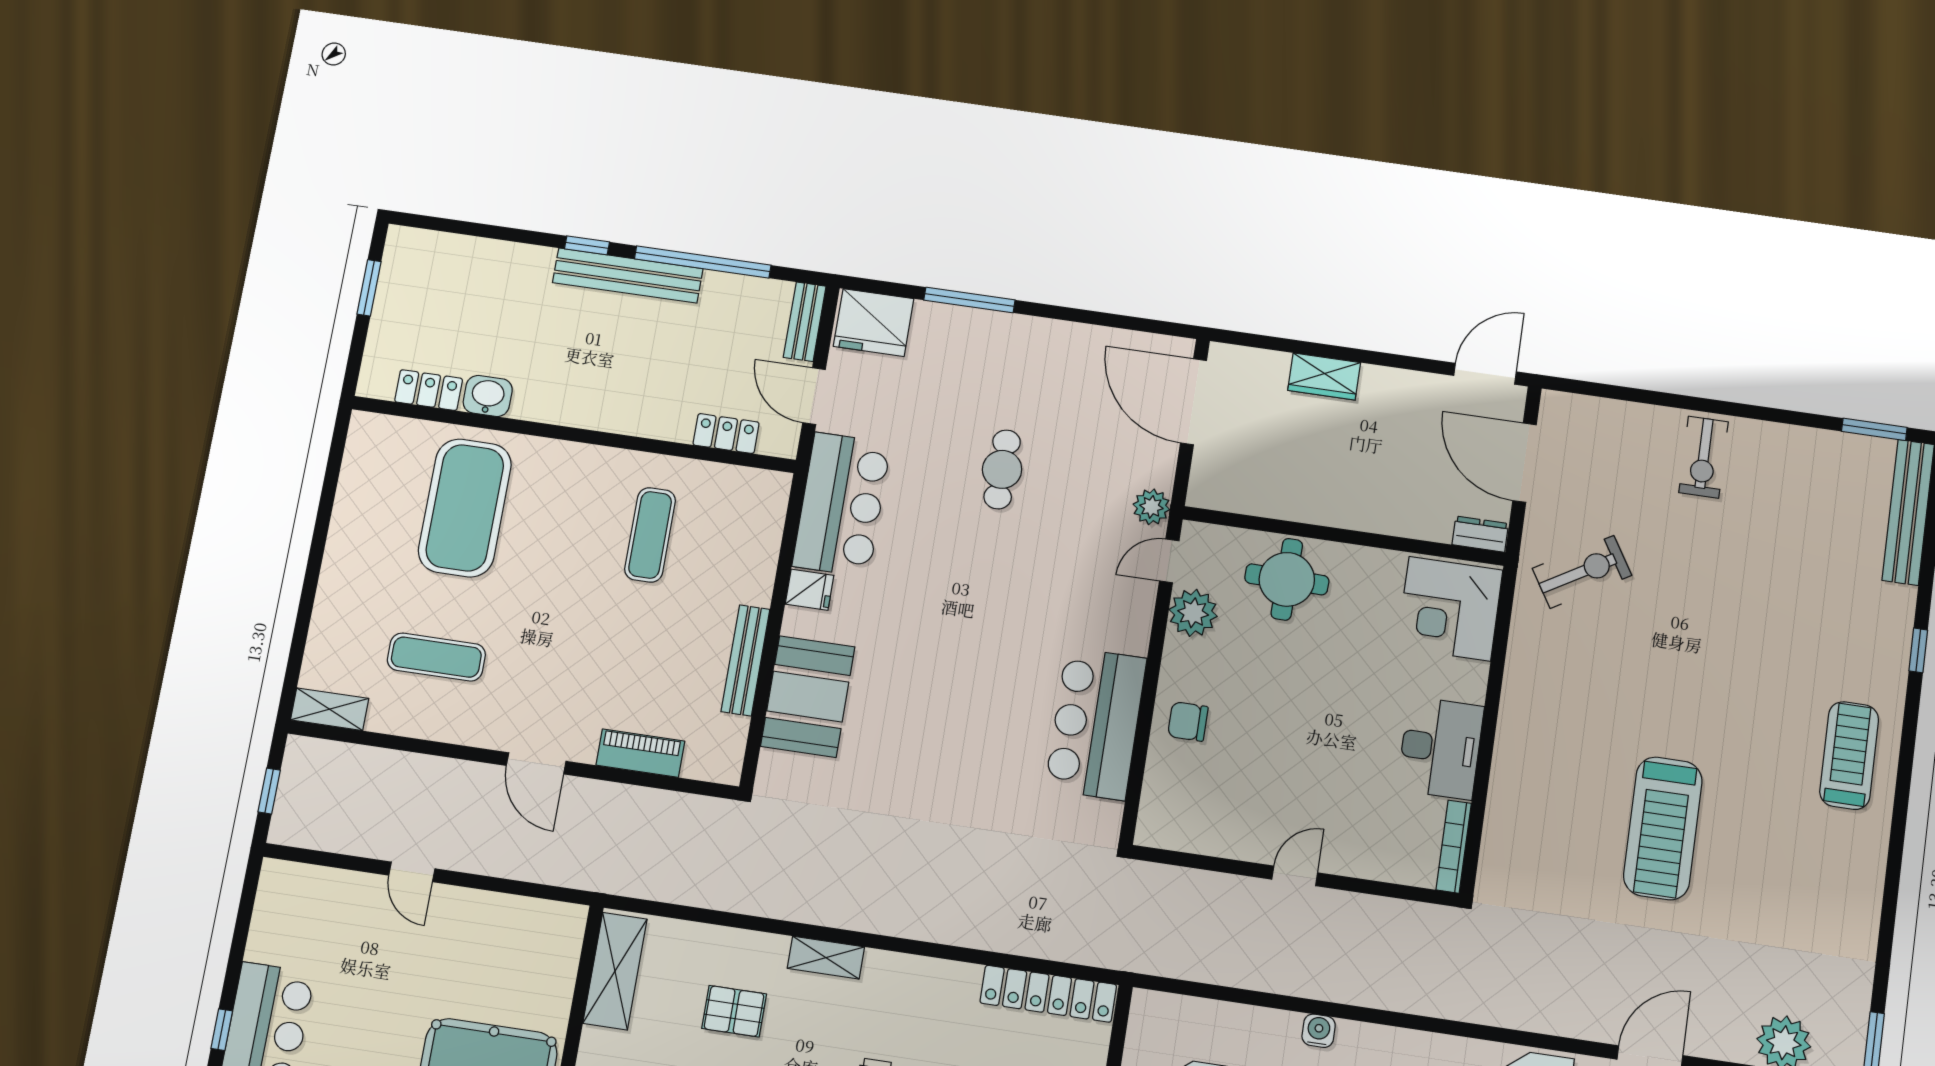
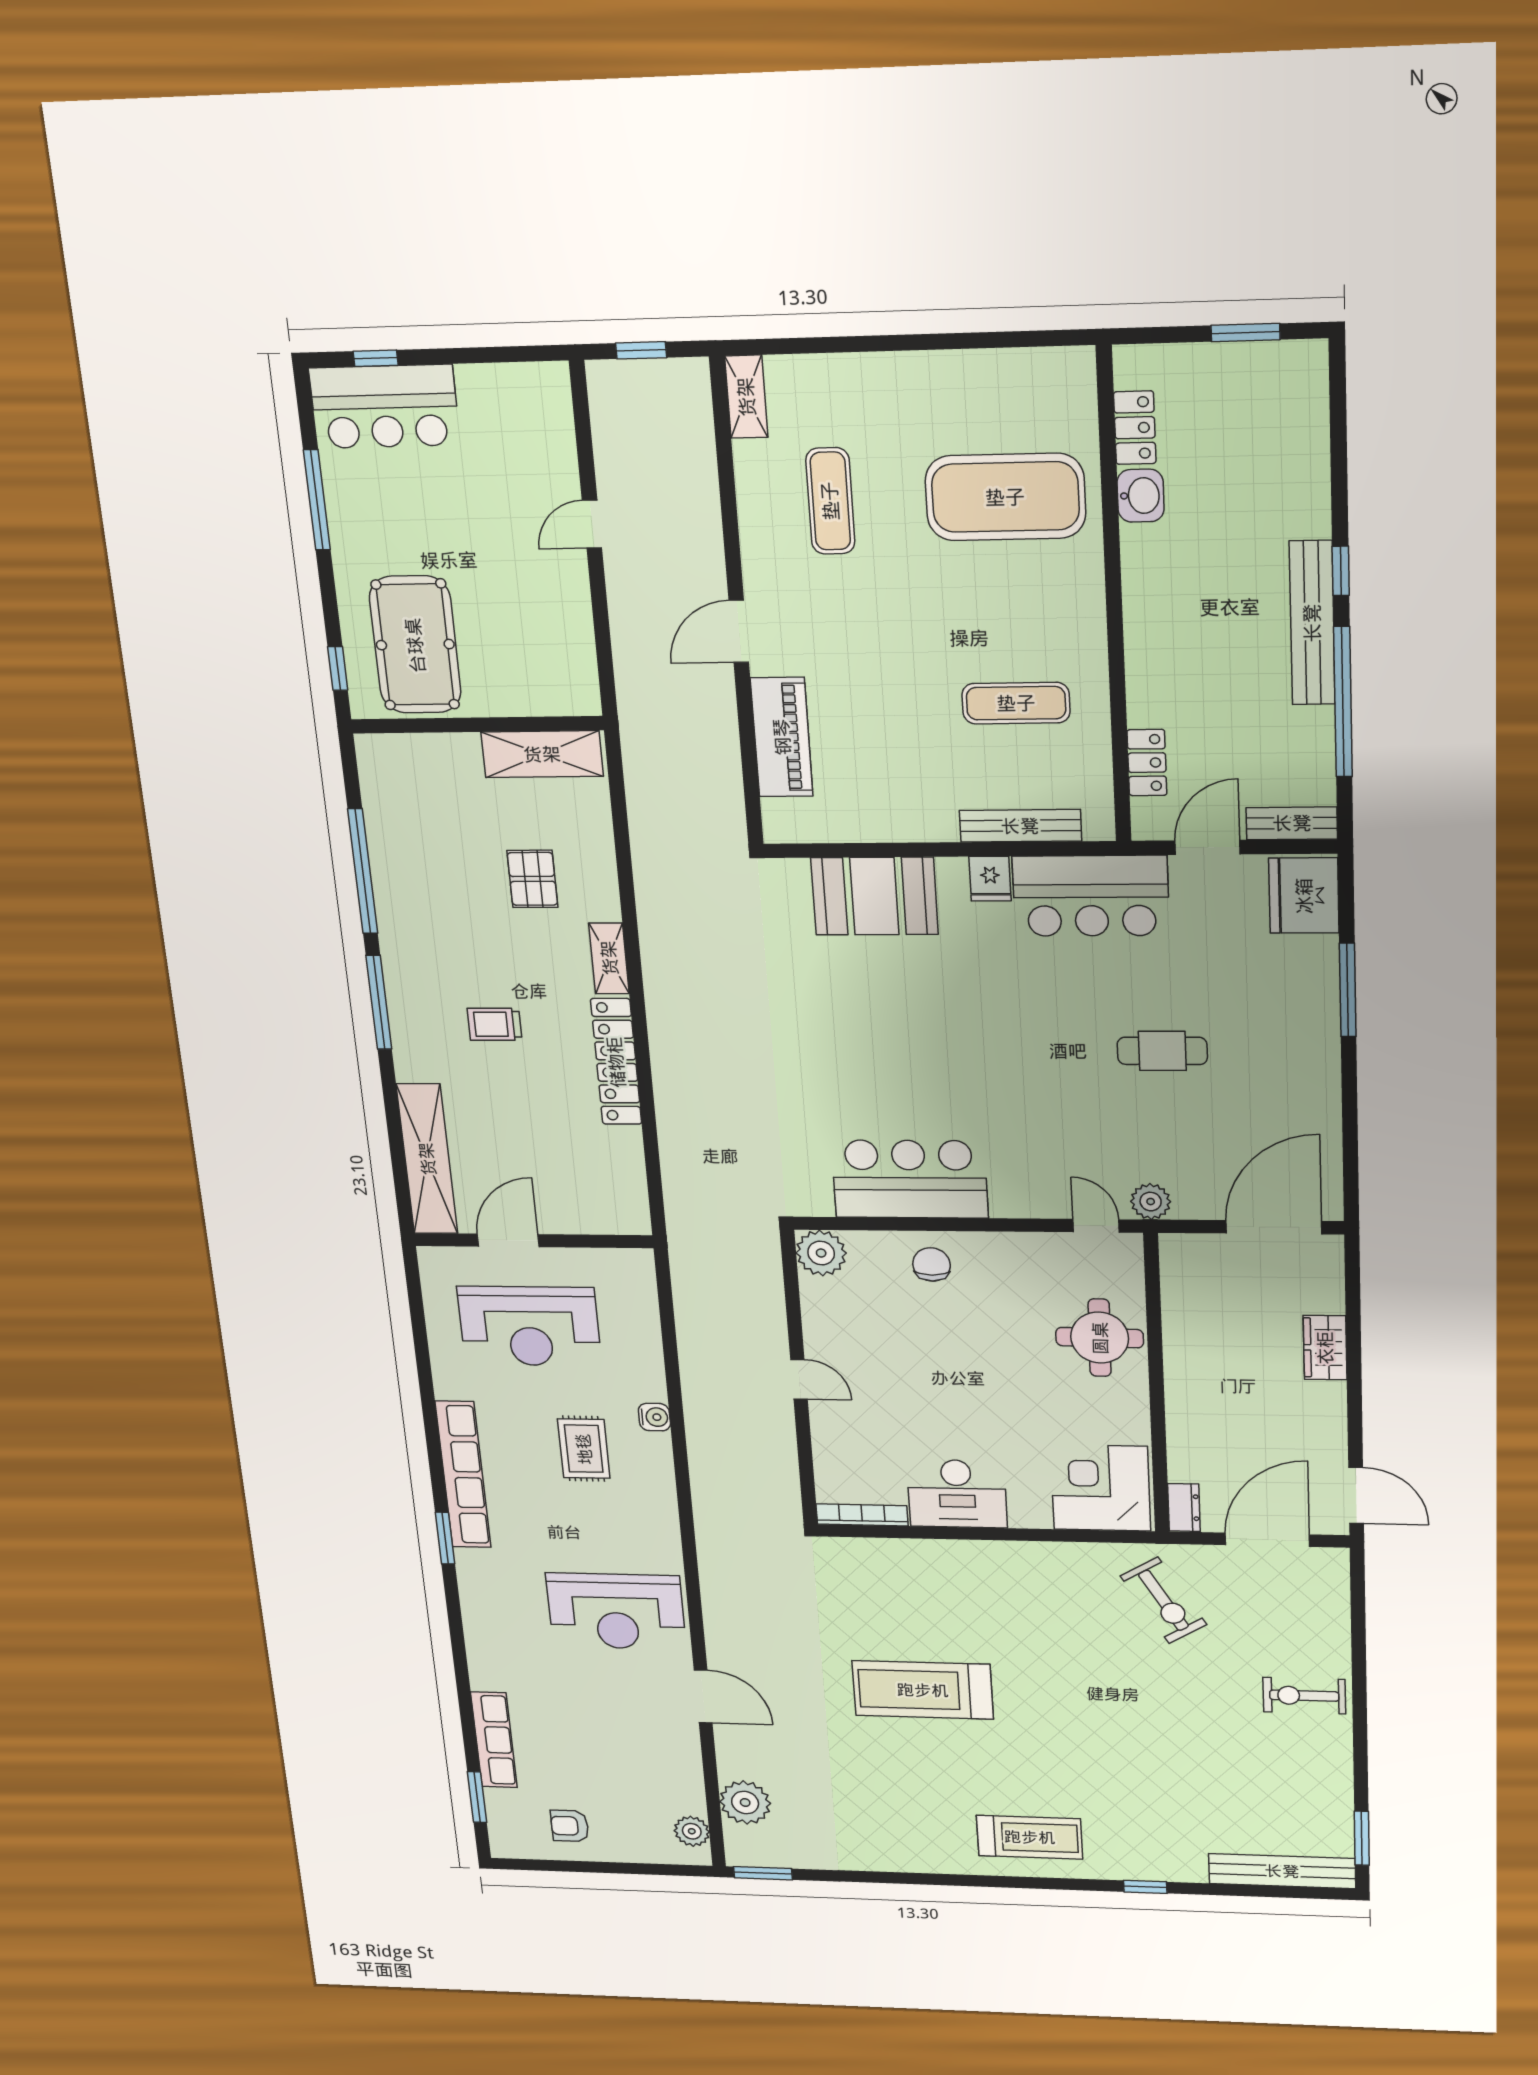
plant: (1193, 613) -> (821, 1253), moved
bench: (745, 660) -> (1020, 826), moved
piano: (640, 753) -> (782, 737), width x1.37, depth x1.33
locker: (1048, 994) -> (616, 1062), moved

